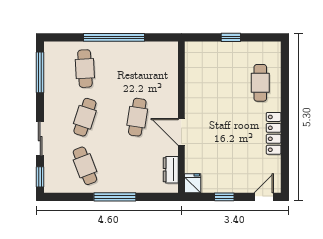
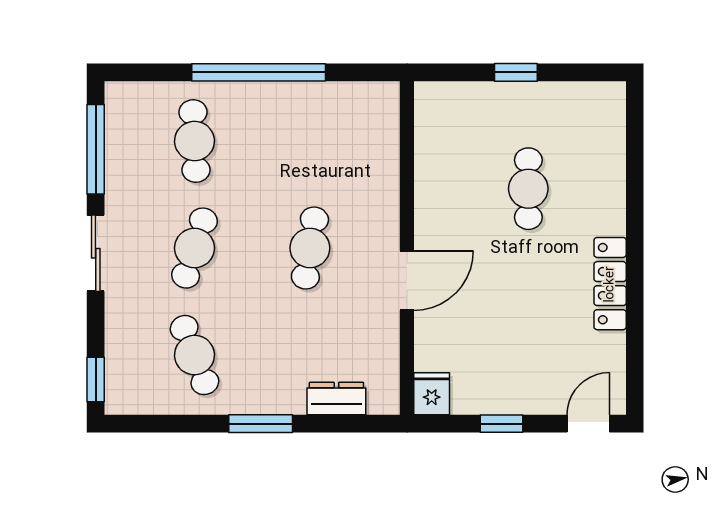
cafe table: (260, 83) -> (528, 189), moved
door: (181, 132) -> (407, 280), swing flipped
sliding door: (40, 139) -> (96, 253), moved
dresser: (171, 170) -> (336, 398), moved, turned 90
window: (115, 197) -> (261, 424), width x0.69

